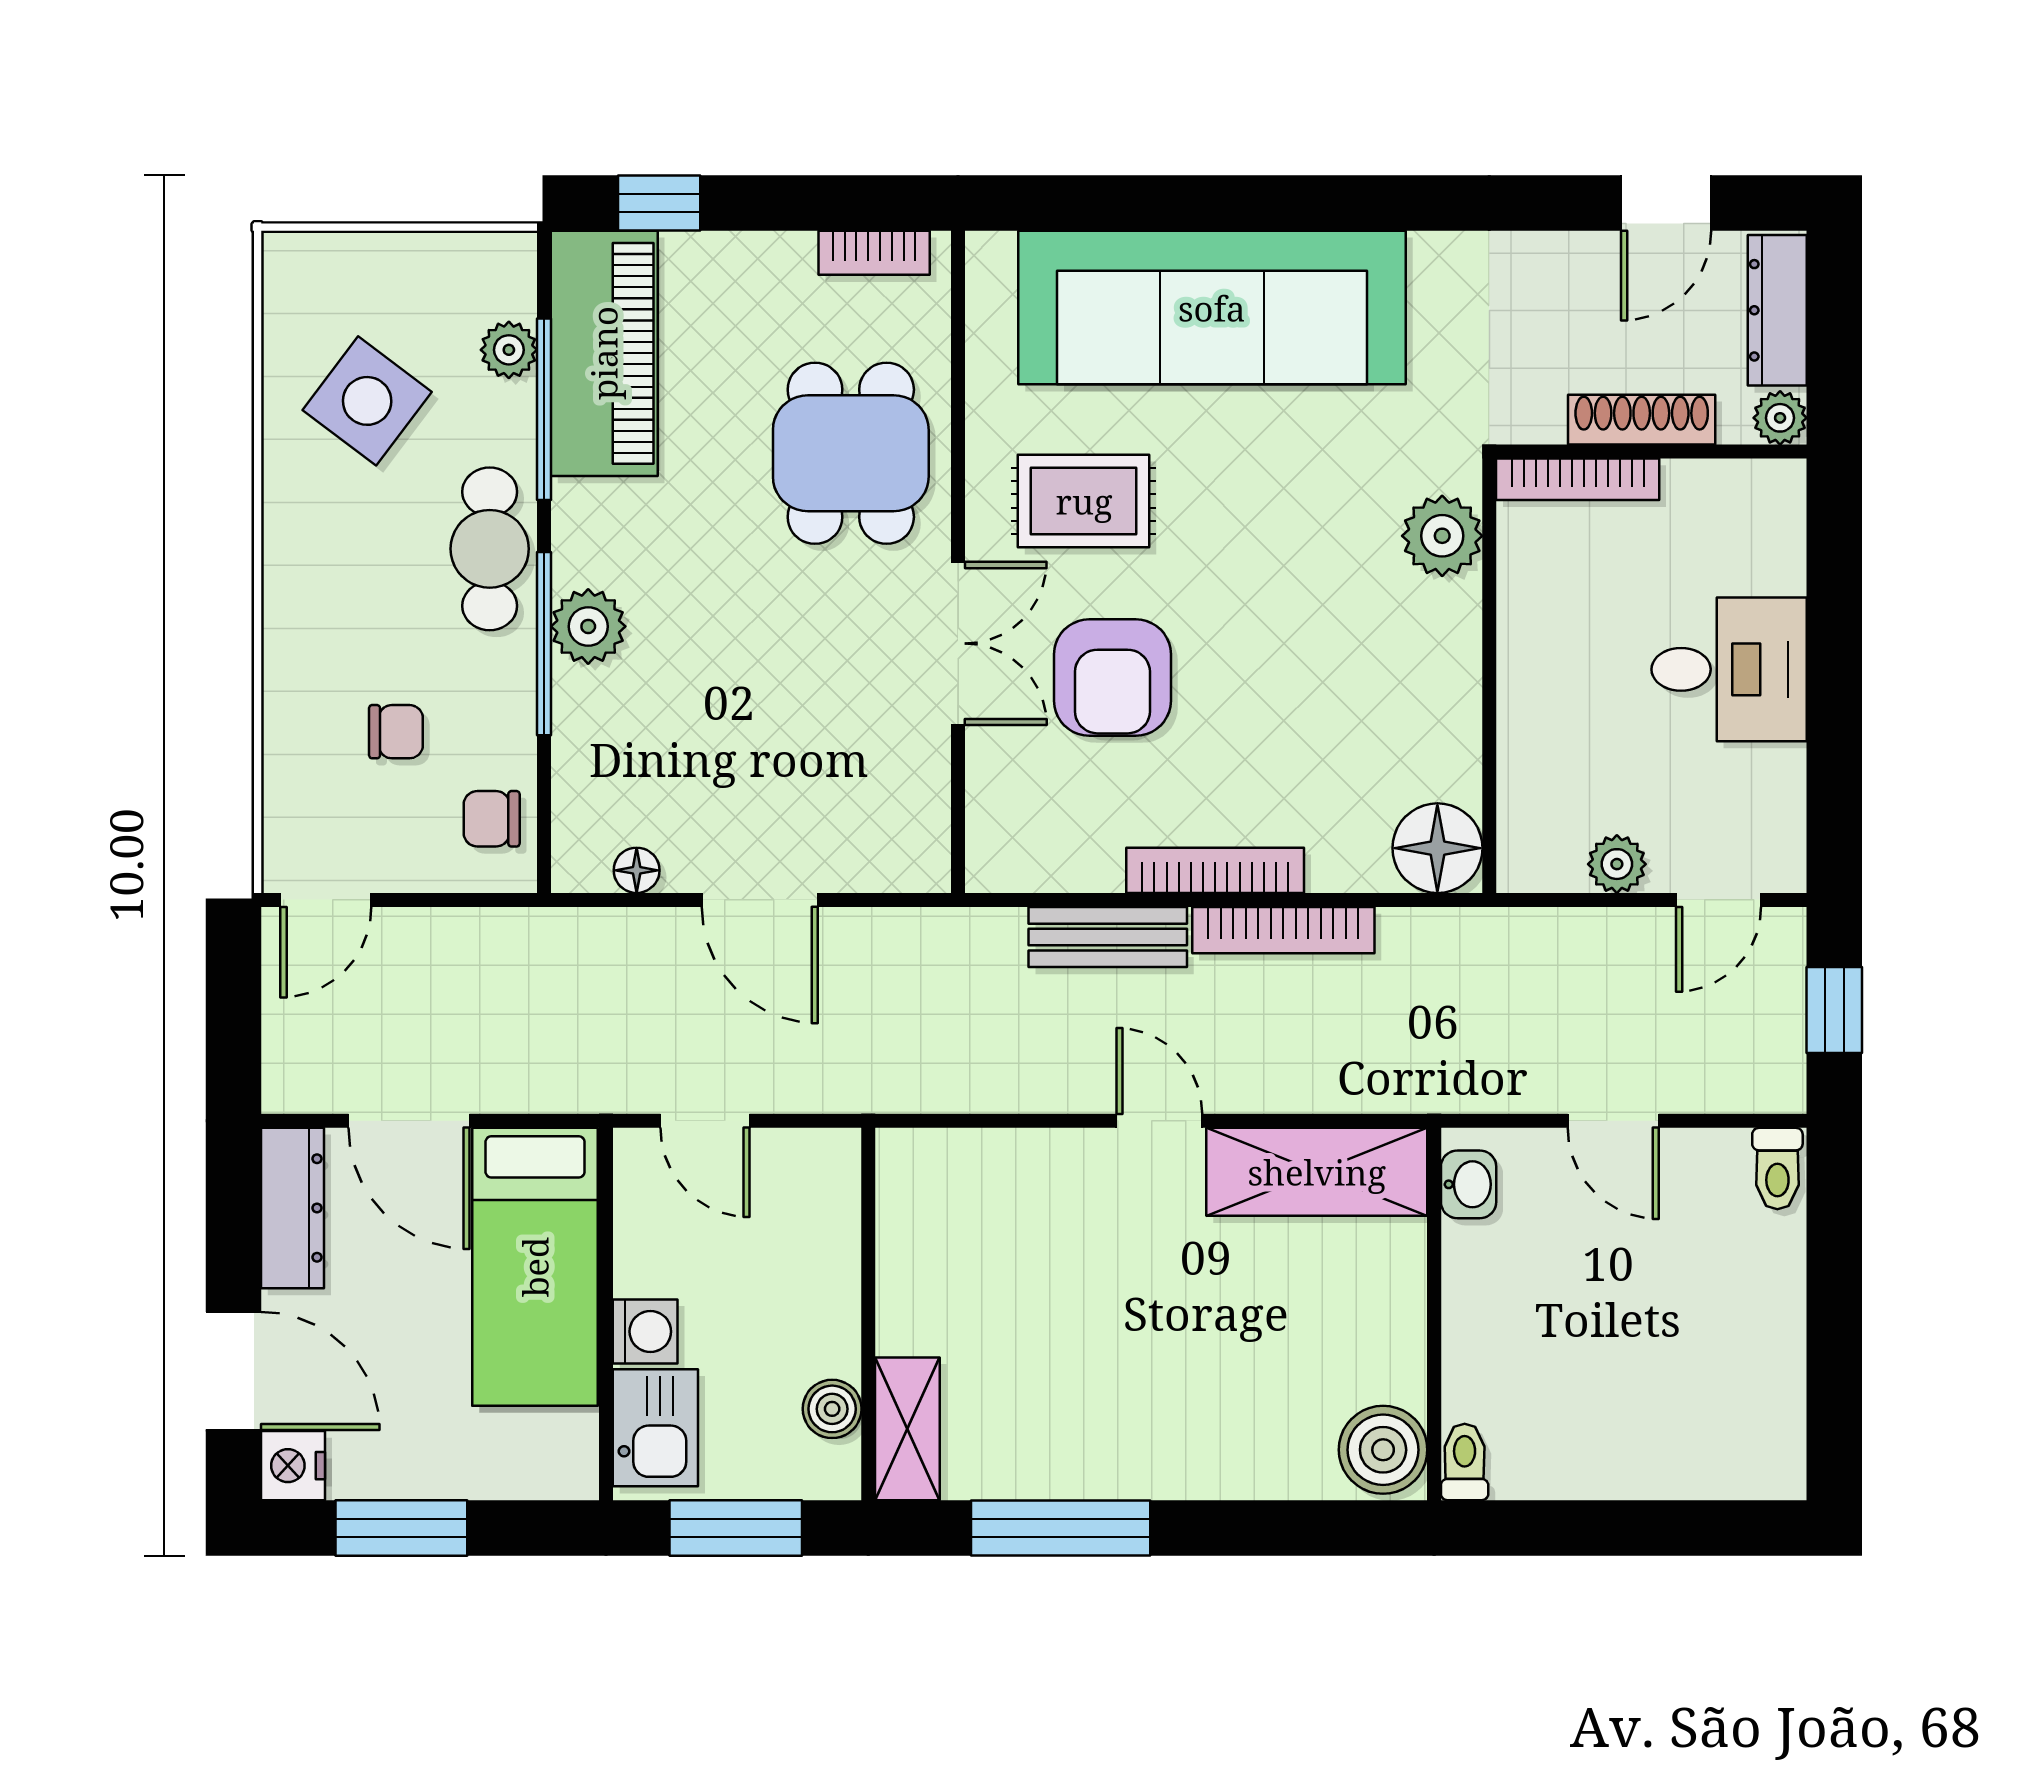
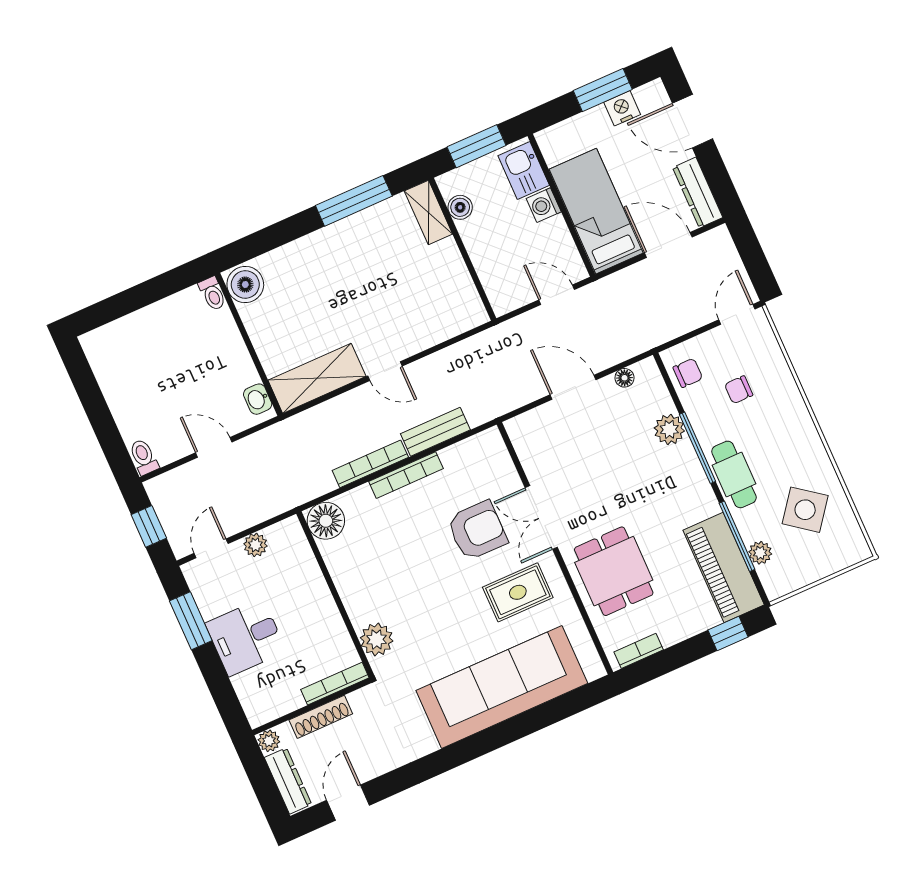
plant: (588, 626) -> (669, 429), moved
armchair: (1112, 678) -> (477, 531), turned 90
window: (1834, 760) -> (191, 621), added
nightstand: (293, 1466) -> (622, 108), moved, turned -90

